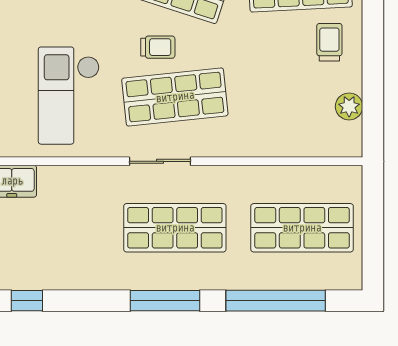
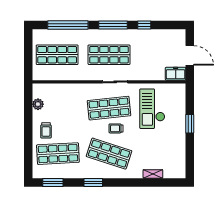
checkout: (69, 96) -> (152, 109), turned 180
window: (27, 301) -> (144, 25), moved

